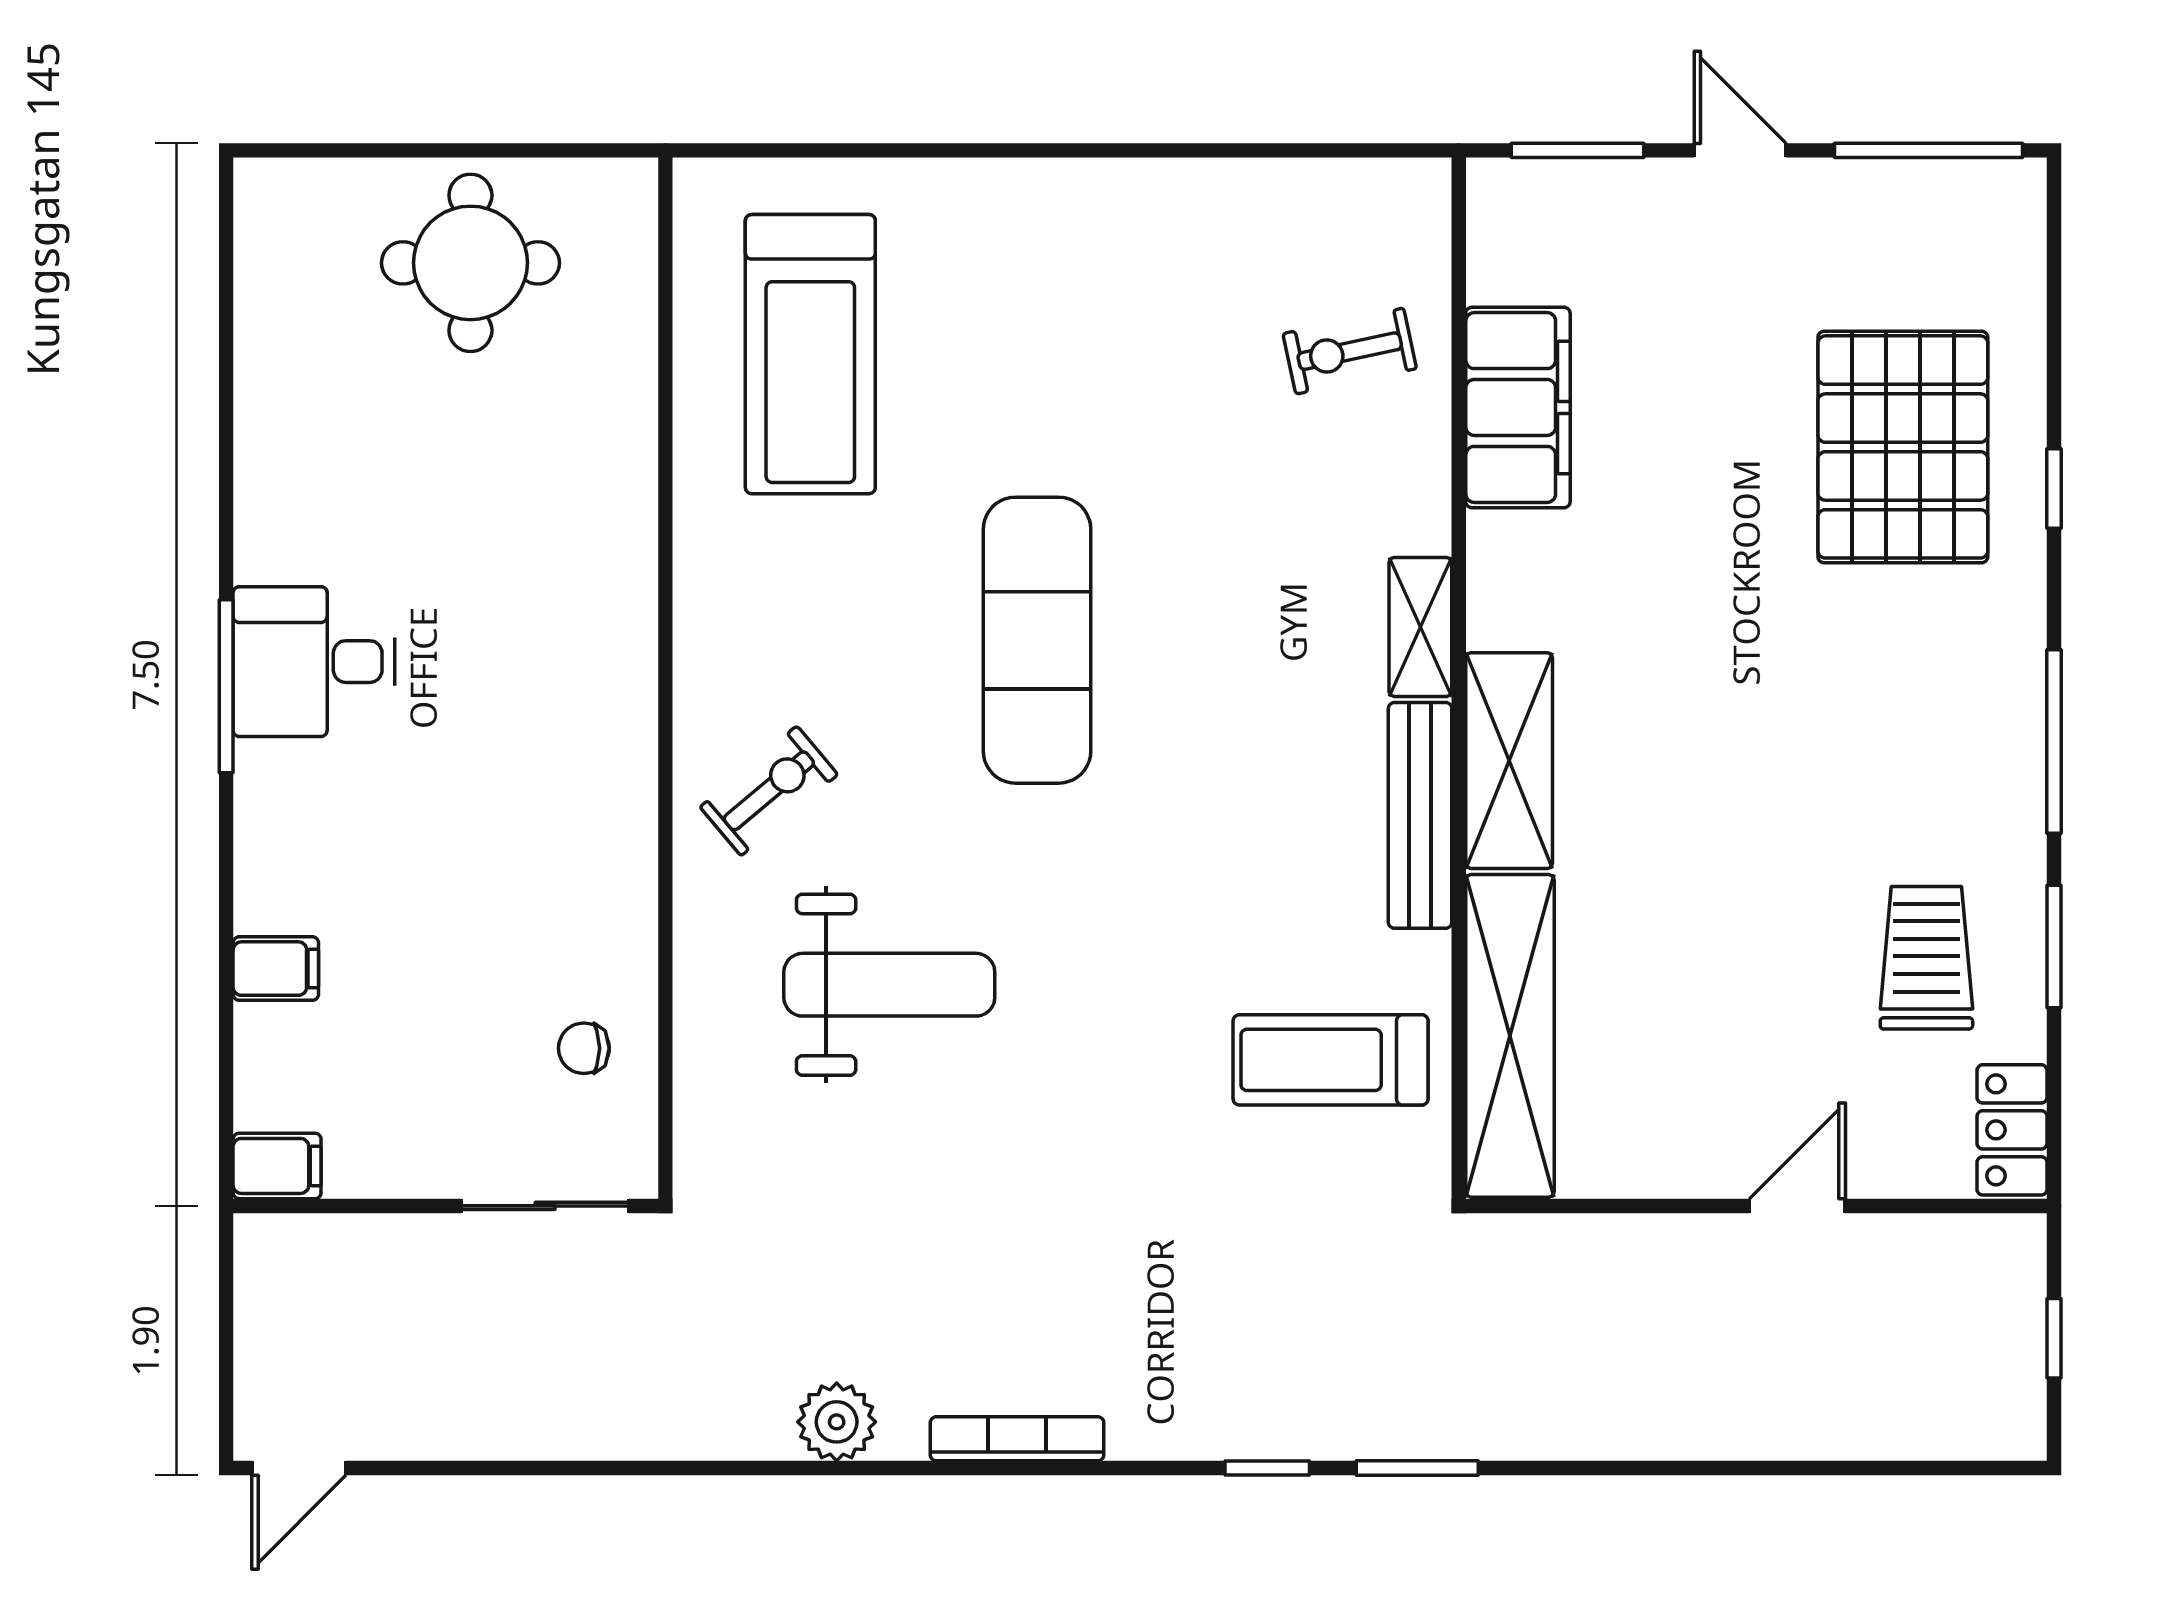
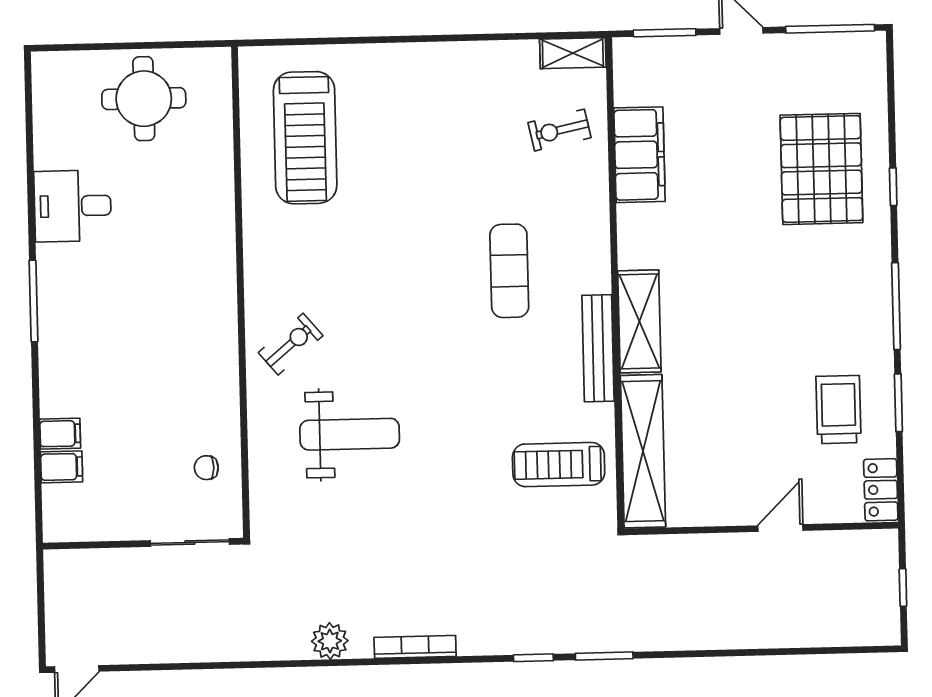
shelving: (1420, 627) -> (573, 53), moved, turned 90
exercise mat: (1037, 640) -> (509, 271), moved, width x0.73, depth x0.69
desk: (314, 662) -> (73, 206), moved
filing cabinet: (277, 1166) -> (62, 467), moved

